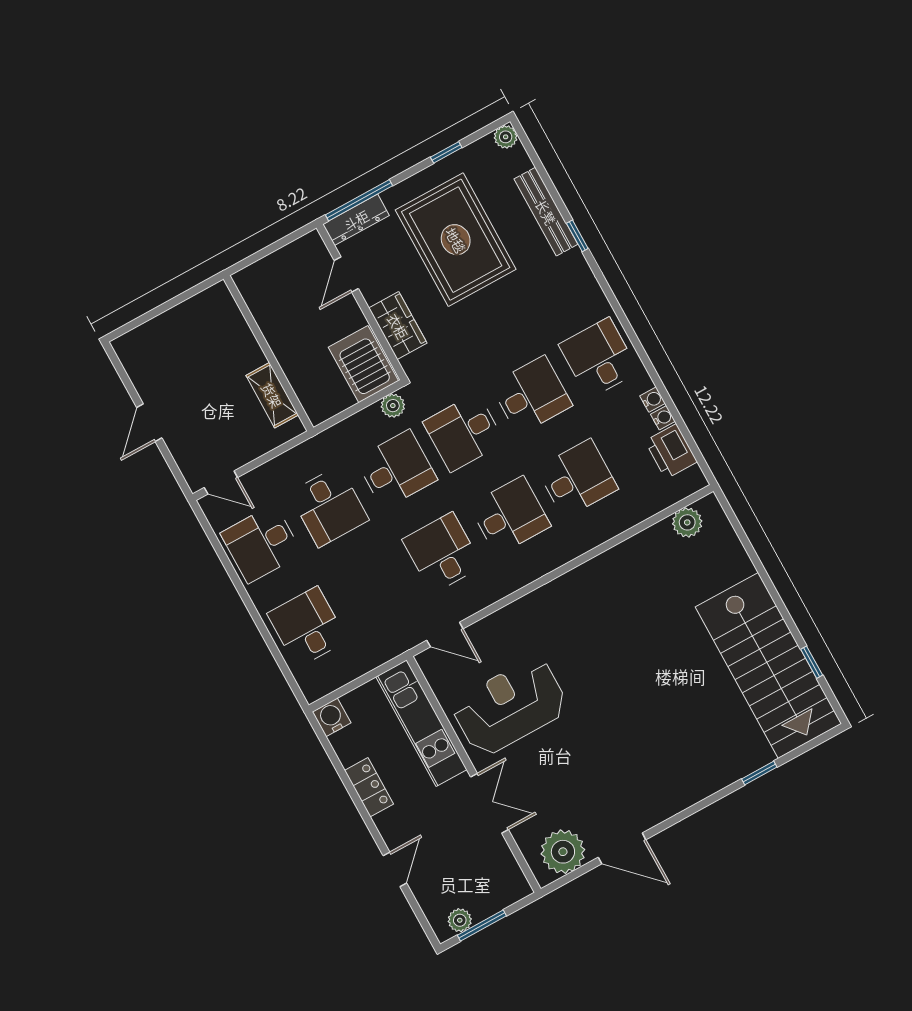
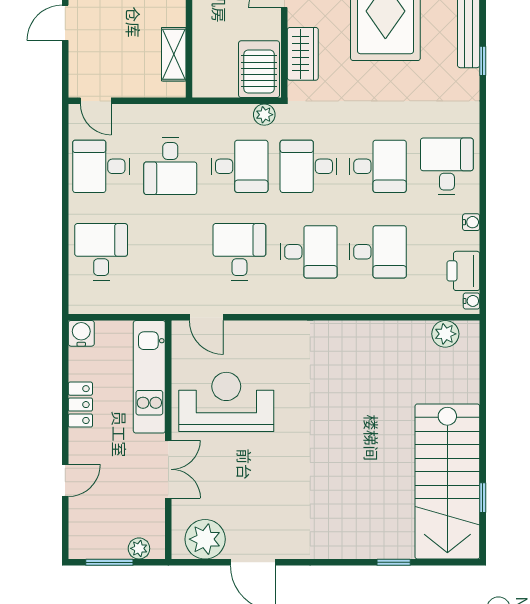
water cooler: (663, 418) -> (472, 301), moved
plant: (460, 920) -> (139, 548), moved

